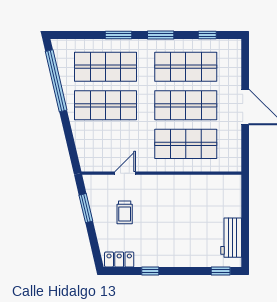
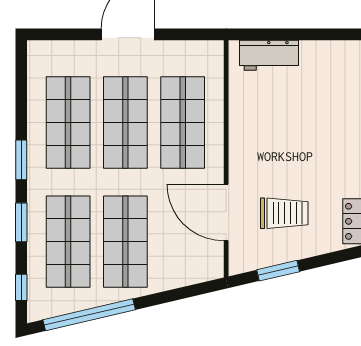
window: (207, 35) -> (21, 287), moved
door: (125, 173) -> (226, 213), width x1.88
trolley: (125, 212) -> (284, 213), width x1.36, depth x1.39
workbench: (231, 238) -> (269, 55), moved

